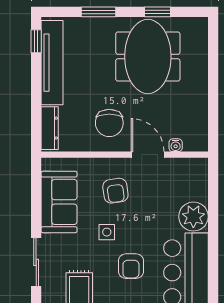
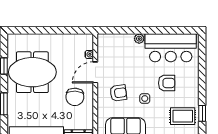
chair: (109, 123) -> (75, 97), turned 92
plant: (193, 217) -> (139, 39), width x0.53, depth x0.53

